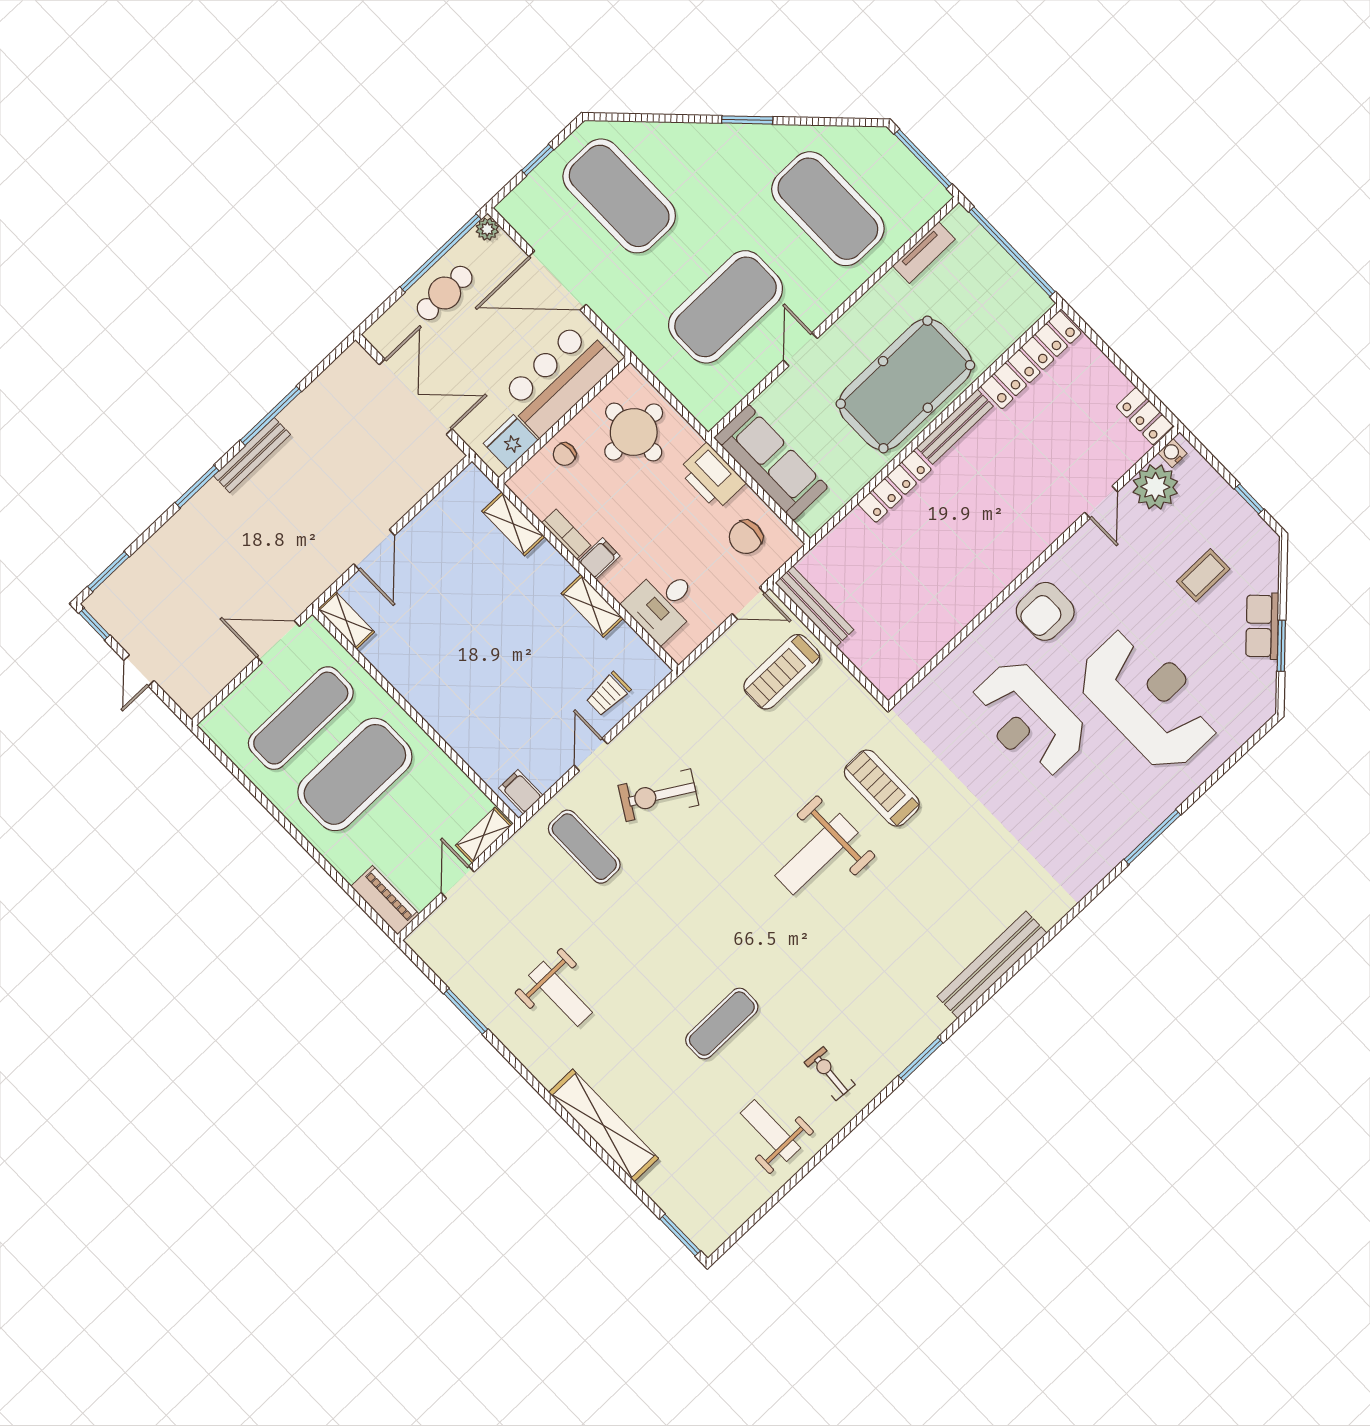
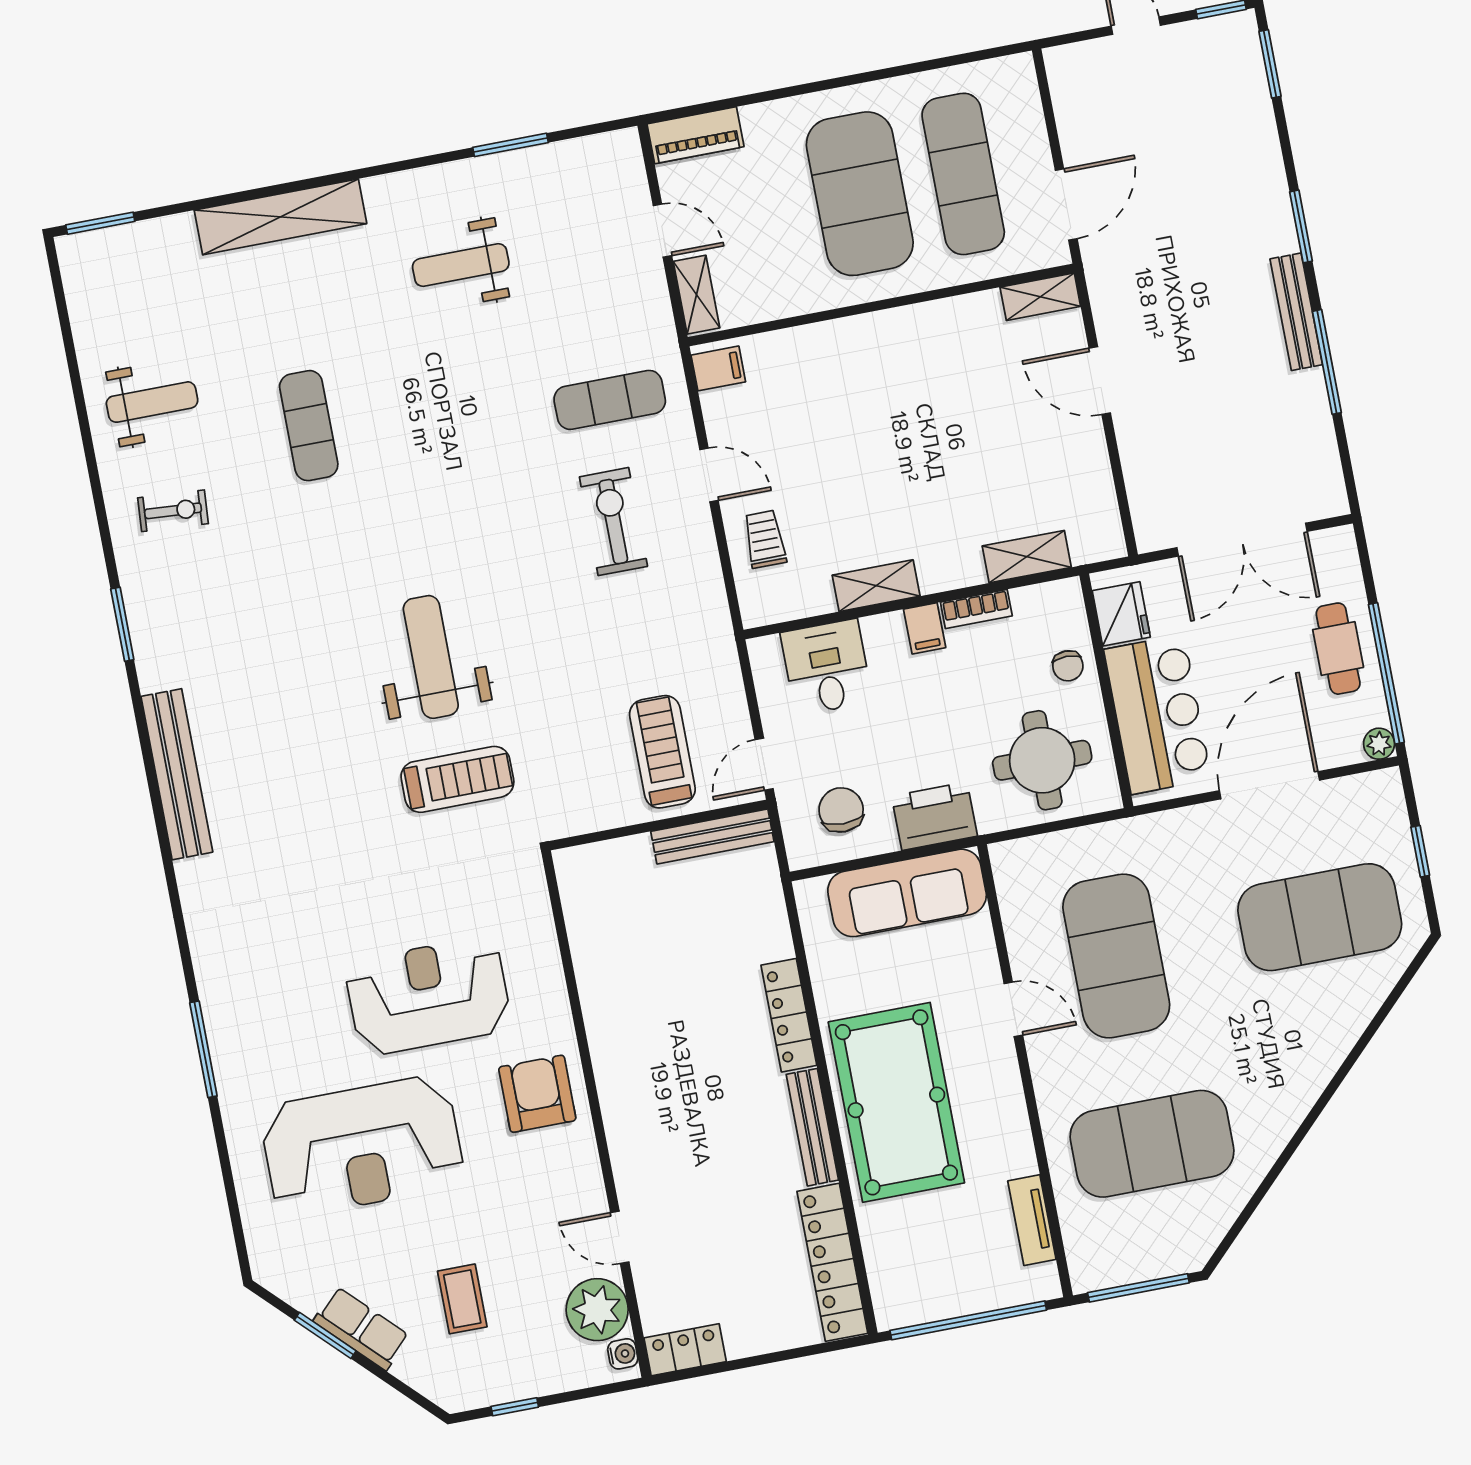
window: (747, 120) -> (1312, 1118), removed
chair: (565, 454) -> (1068, 666), turned 180
exercise bike: (658, 795) -> (613, 522), turned -31

